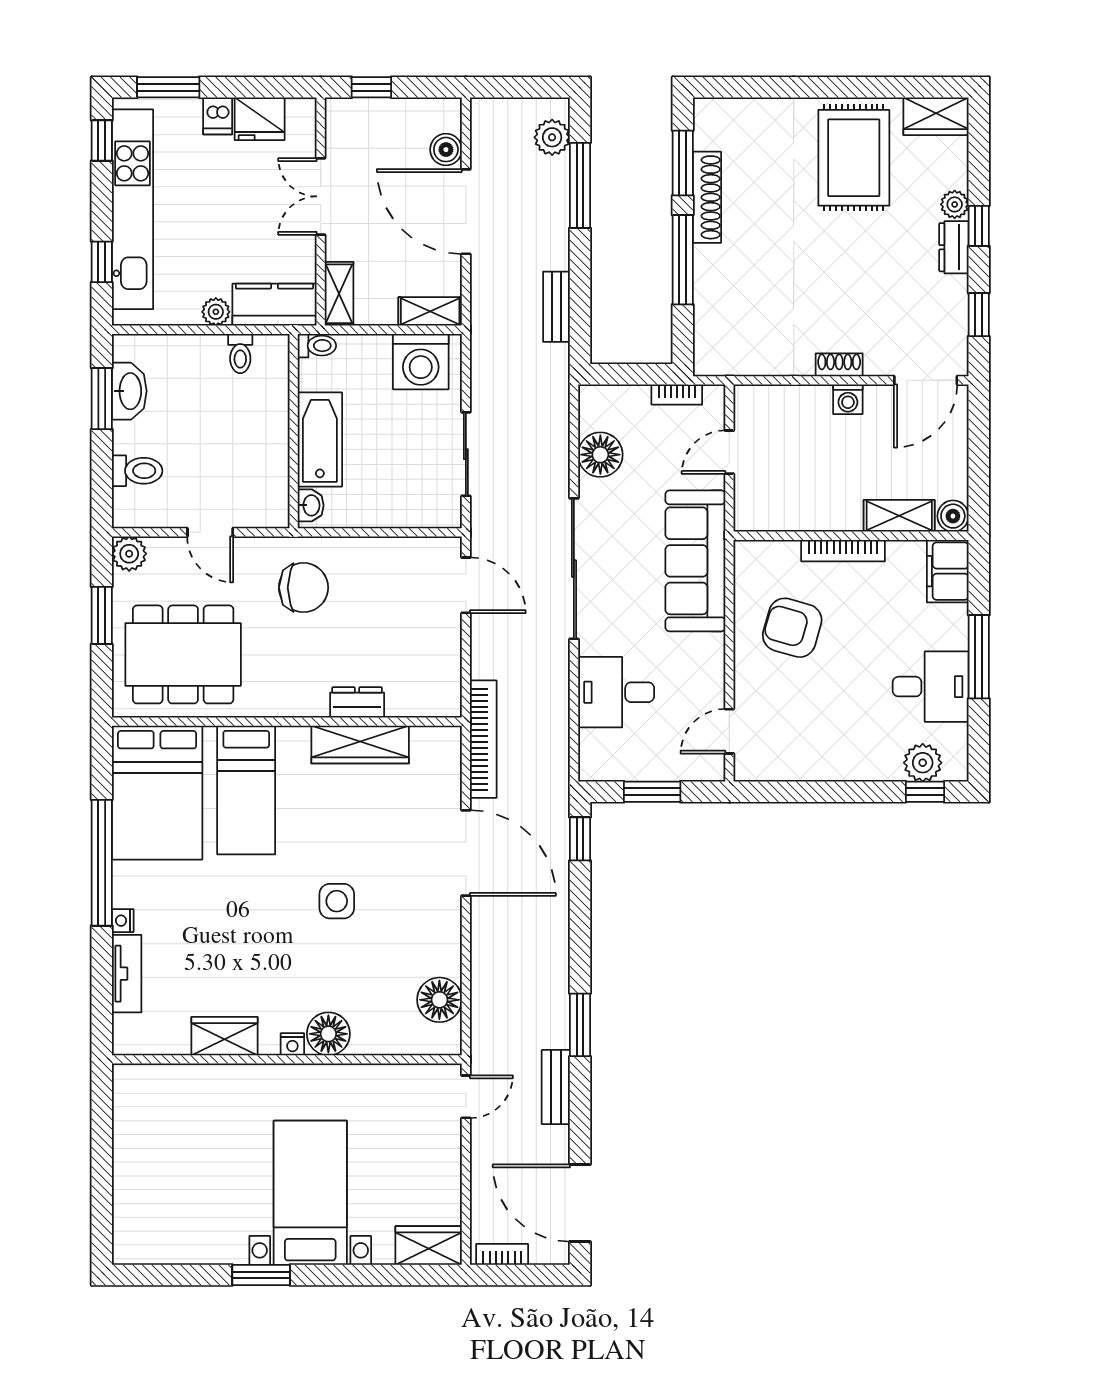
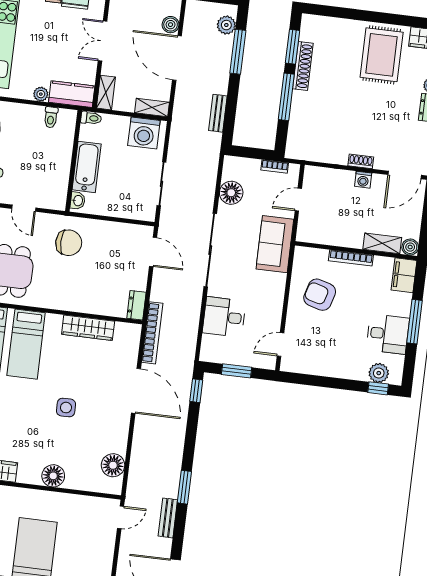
sofa: (695, 561) -> (275, 244), width x0.73
dresser: (357, 702) -> (136, 305), moved, turned -90
nightstand: (292, 1044) -> (34, 479), removed

